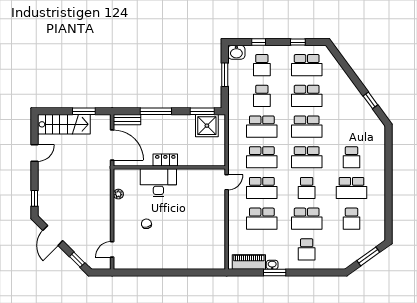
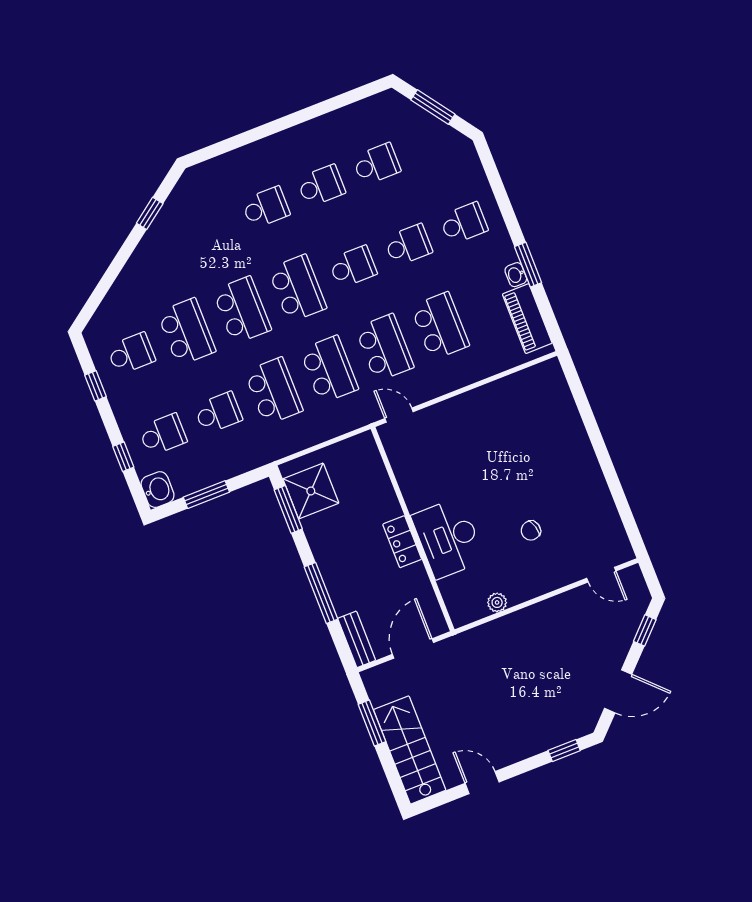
school desk: (307, 65) -> (131, 354), width x0.54
door: (112, 145) -> (413, 648), width x0.73
school desk: (351, 188) -> (321, 186), width x0.54
school desk: (307, 219) -> (408, 245), width x0.54

